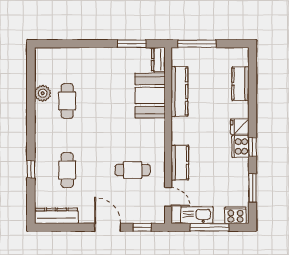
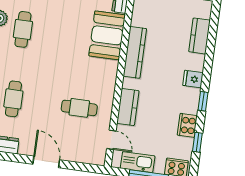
kitchen counter: (179, 92) -> (135, 52), moved
cooker: (240, 146) -> (187, 125), moved
window: (253, 188) -> (197, 142), width x0.67
window: (142, 227) -> (81, 167), removed

